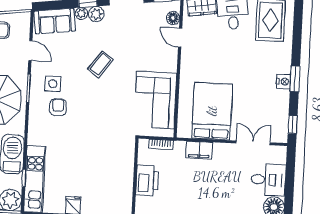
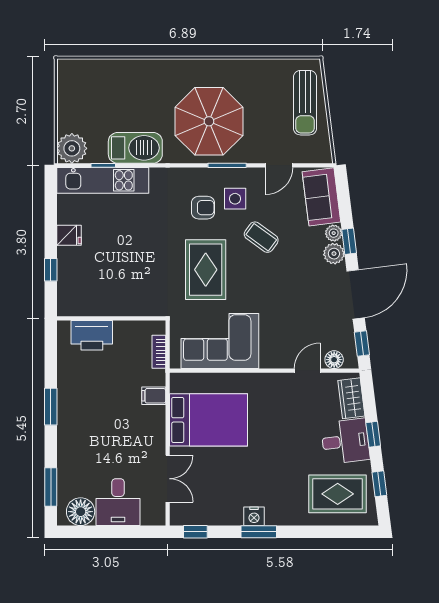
coffee table: (100, 64) -> (261, 237), moved
rug: (103, 108) -> (206, 270), added
filing cabinet: (199, 150) -> (154, 396), width x0.50
printer: (147, 180) -> (92, 335), moved

